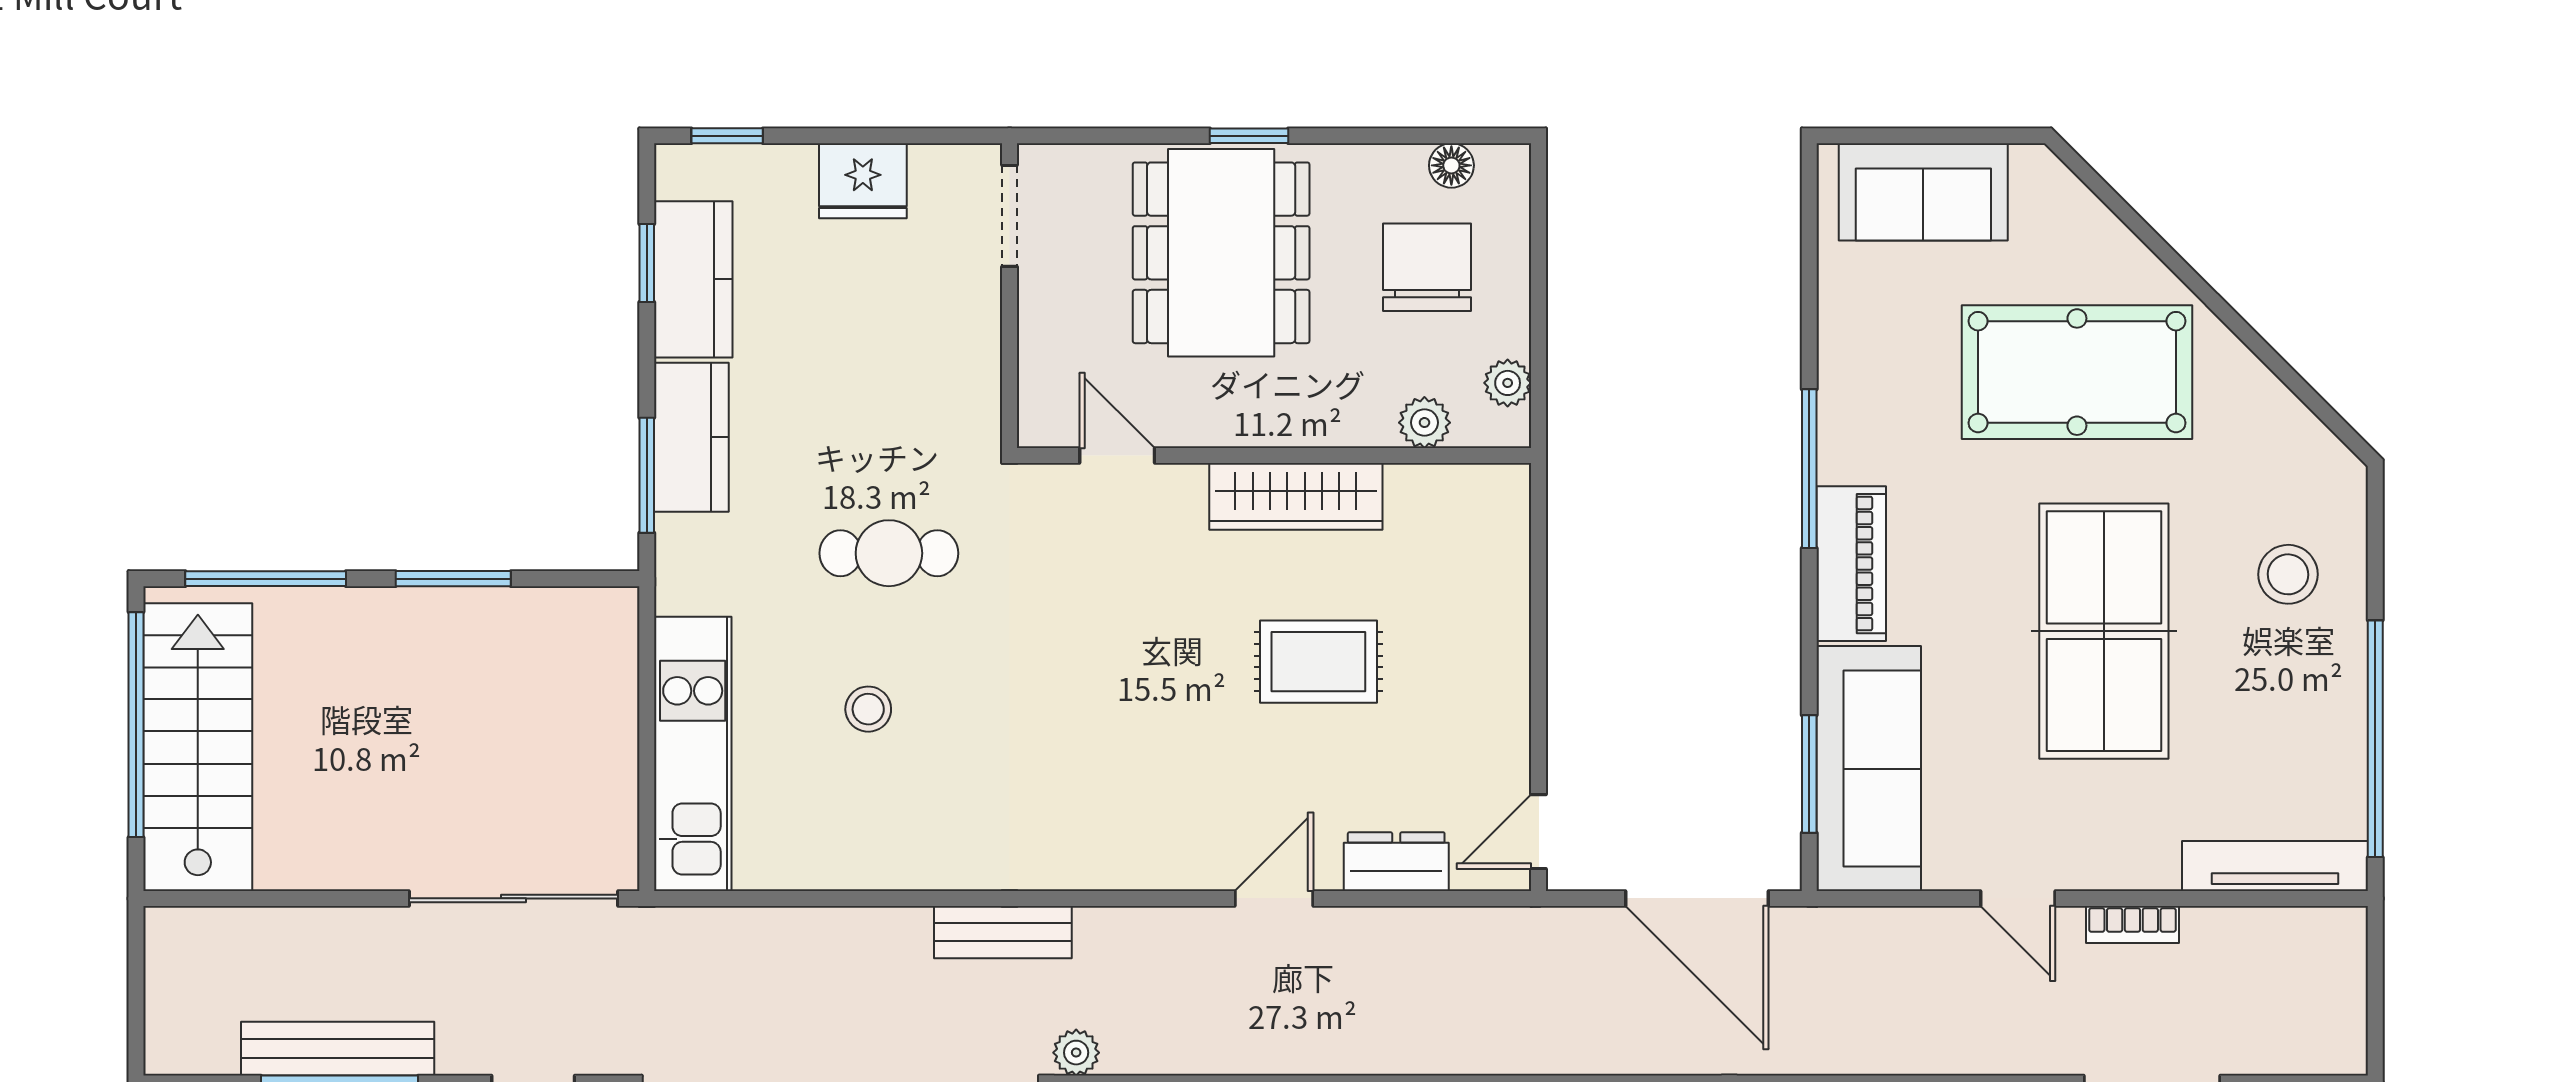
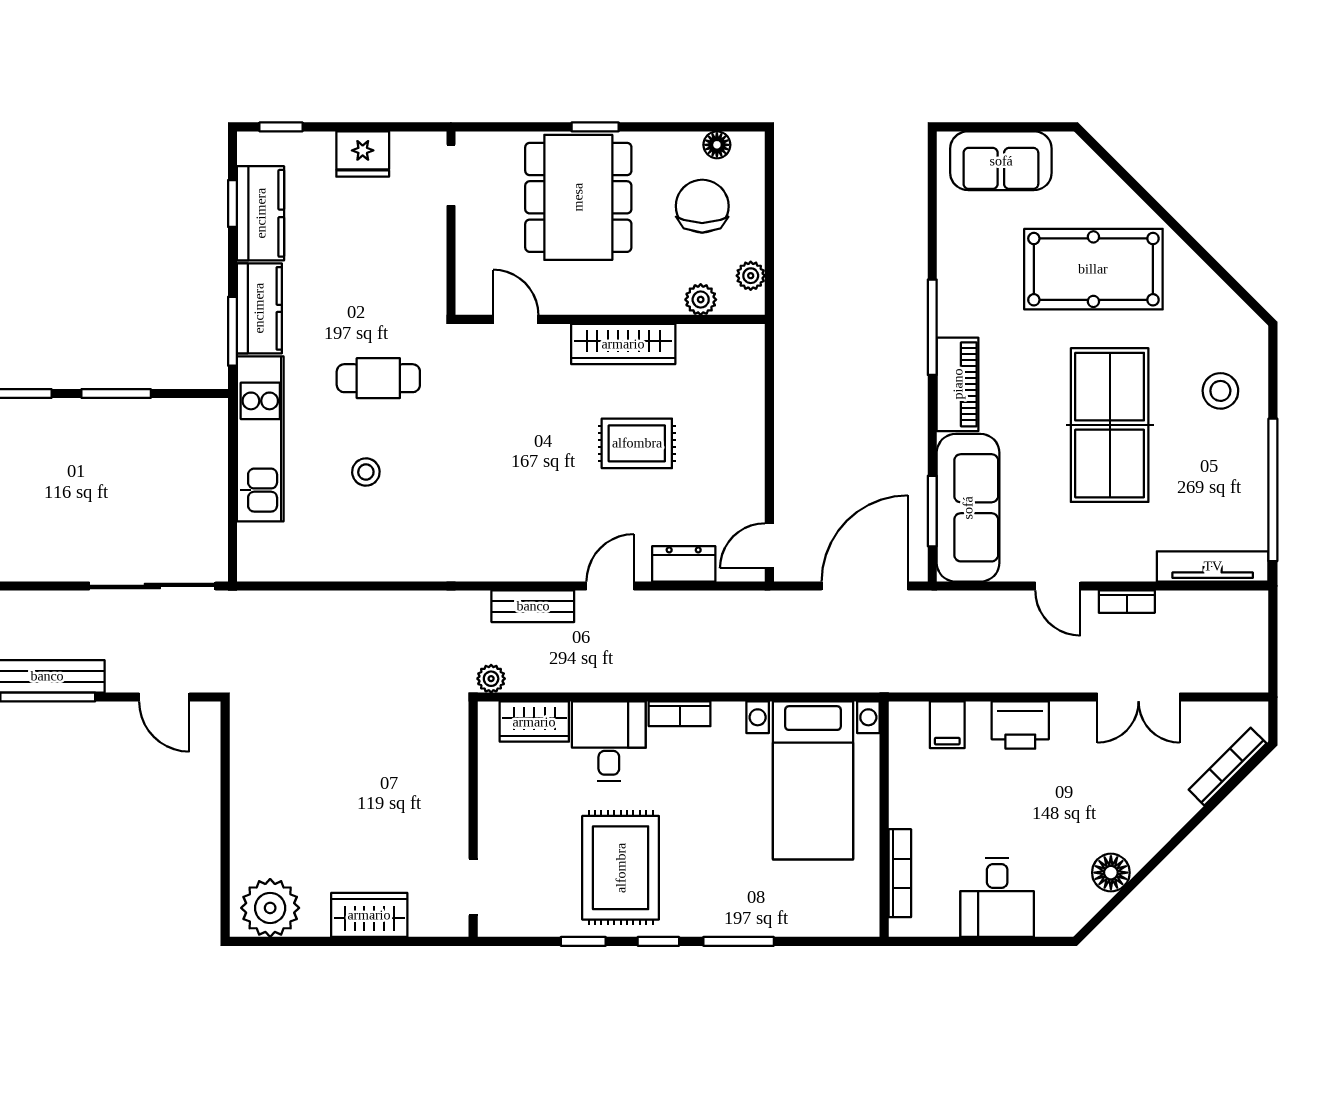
kitchen unit: (693, 754) -> (260, 439), moved
door: (1697, 898) -> (865, 586), swing flipped
bench: (1003, 932) -> (533, 606), moved

